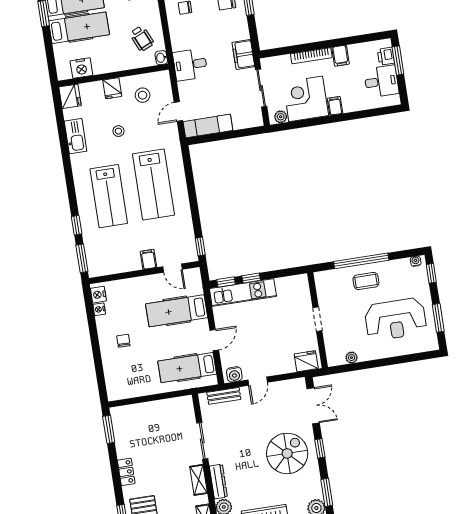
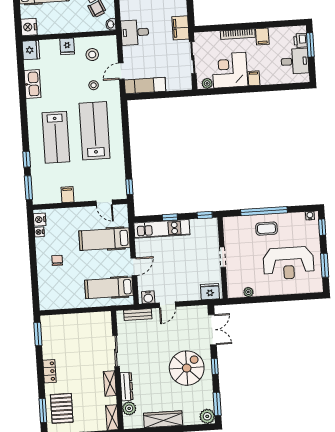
nightstand: (81, 68) -> (29, 27), moved, turned 90
stool: (118, 131) -> (94, 85), moved
lab bench: (153, 185) -> (95, 131), turned 180
filing cabinet: (148, 259) -> (67, 195), moved
window: (226, 282) -> (205, 215), moved

